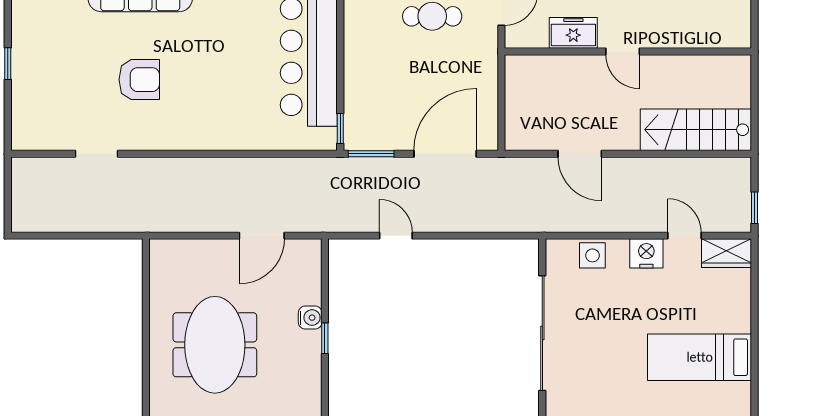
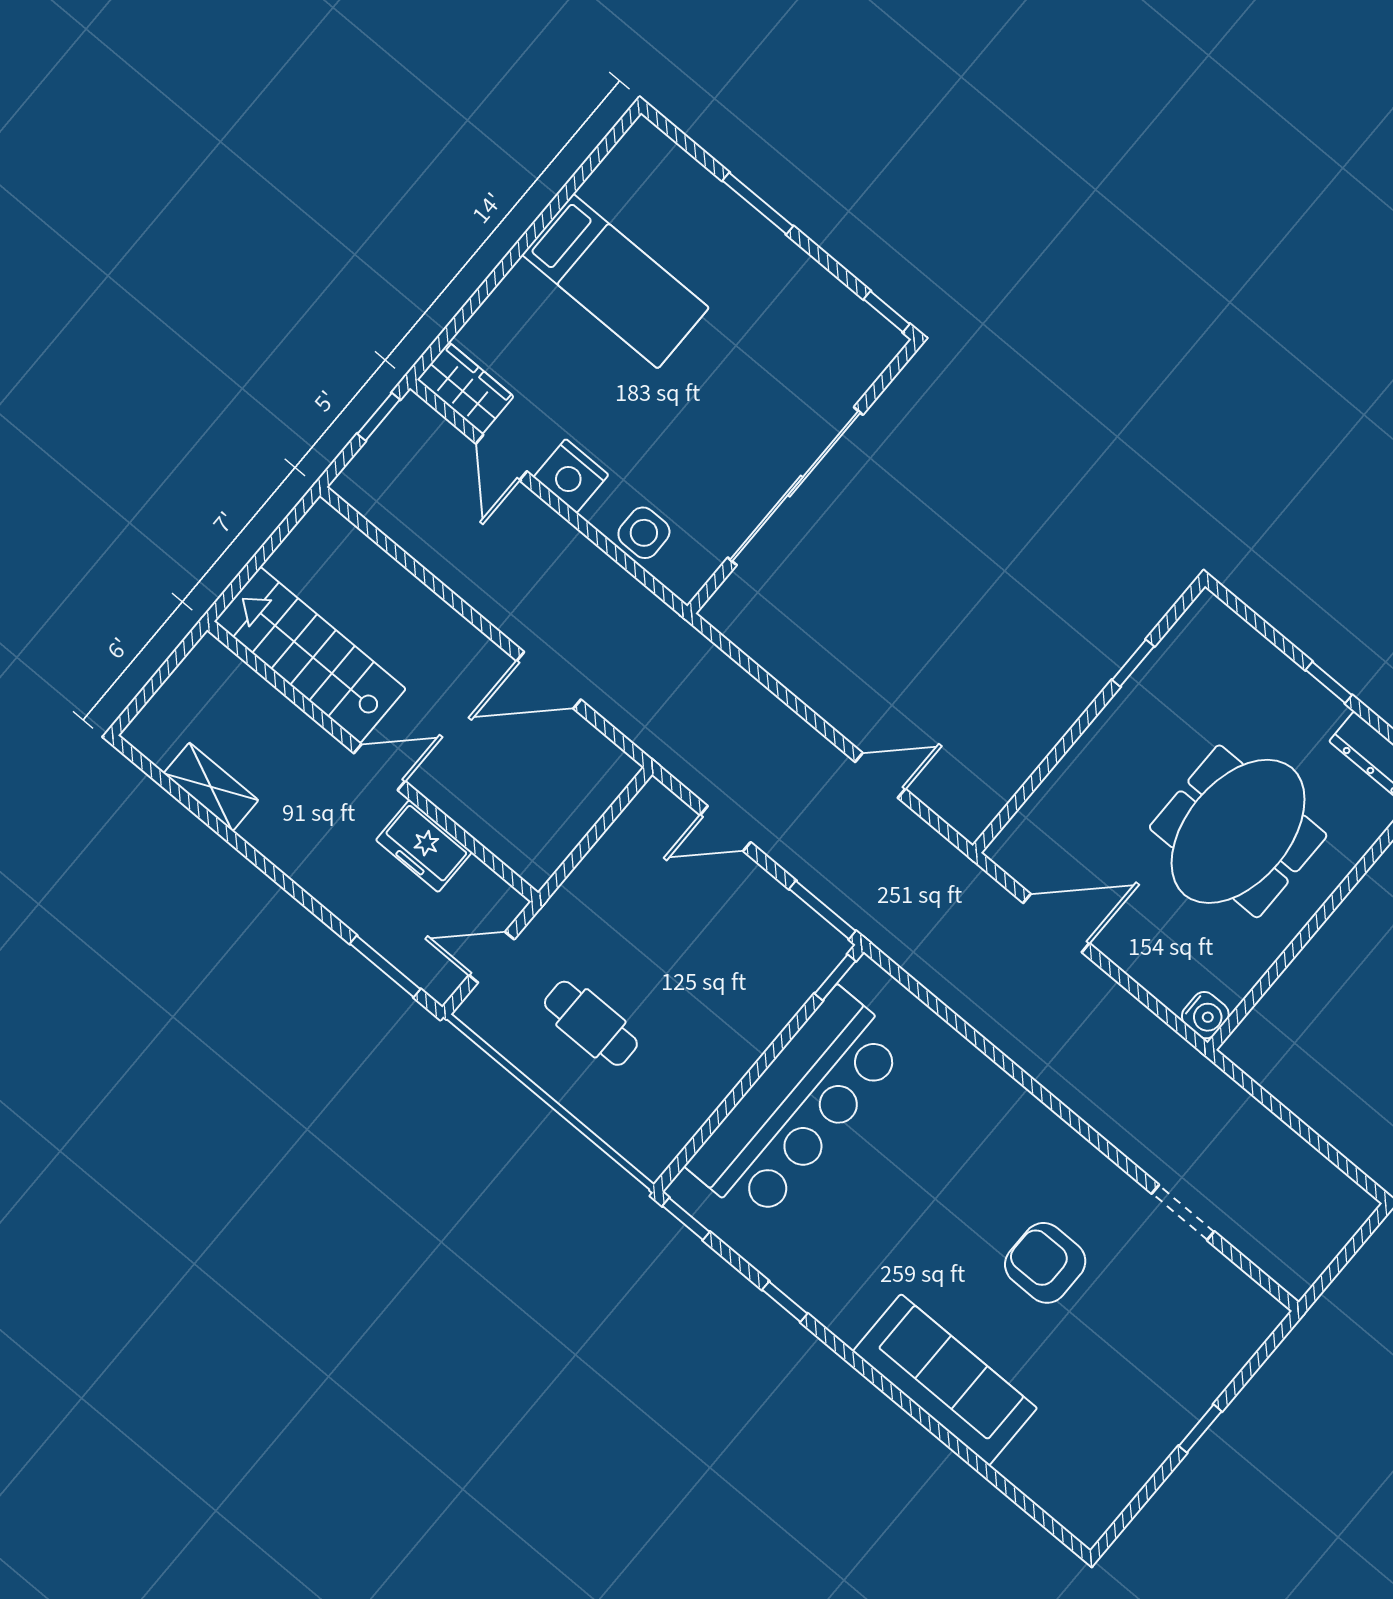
door: (623, 51) -> (380, 767), hinge flipped
stairs: (696, 130) -> (310, 655), moved, turned 180
door: (445, 154) -> (725, 829), width x0.53
door: (580, 154) -> (549, 680), swing flipped
door: (396, 236) -> (880, 775), swing flipped
water cooler: (310, 318) -> (1205, 1015), moved, turned 180
window: (325, 338) -> (1133, 663), moved

